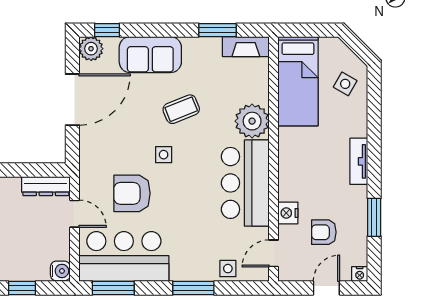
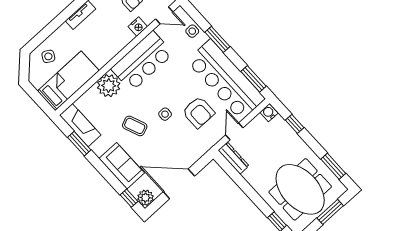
fireplace: (246, 47) -> (80, 125), width x1.37, depth x1.32
bar counter: (124, 257) -> (226, 80), width x1.36

